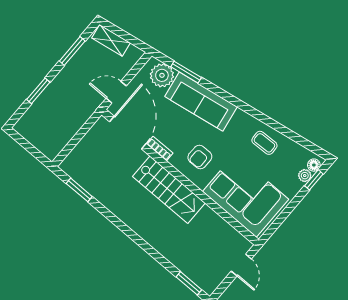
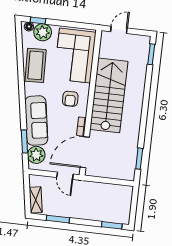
window: (38, 91) -> (112, 225), moved
coffee table: (264, 143) -> (36, 65), width x1.86, depth x1.72
armchair: (200, 157) -> (70, 99), turned 90
plant: (305, 176) -> (43, 32), width x1.88, depth x1.88
stairs: (169, 190) -> (109, 95), width x1.36, depth x1.51

